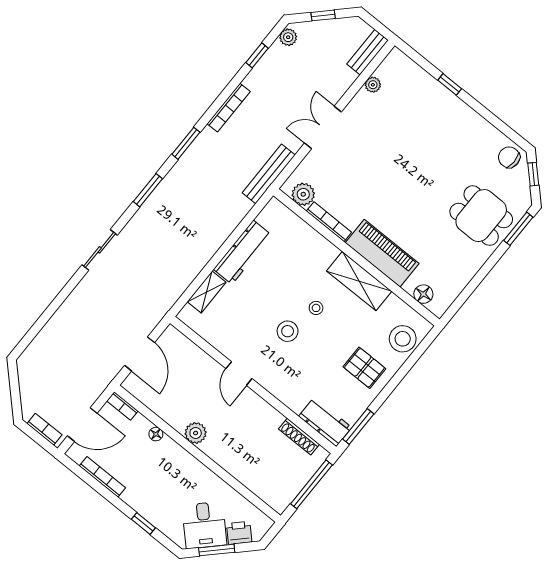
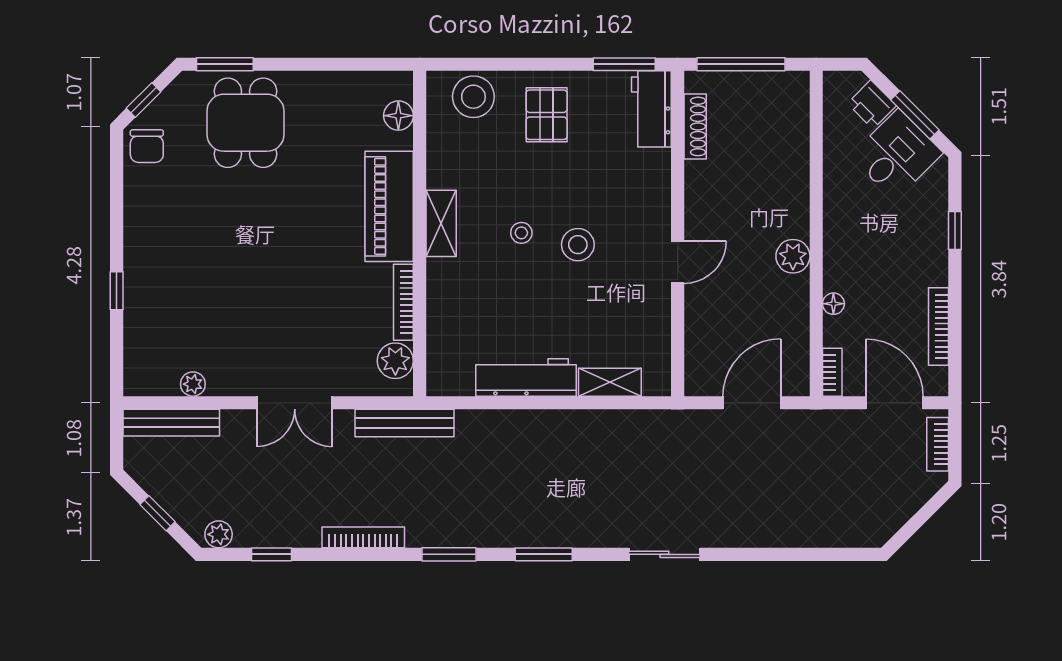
bench: (368, 52) -> (171, 423), width x1.36
shelving: (359, 281) -> (441, 223), width x0.67, depth x0.75

